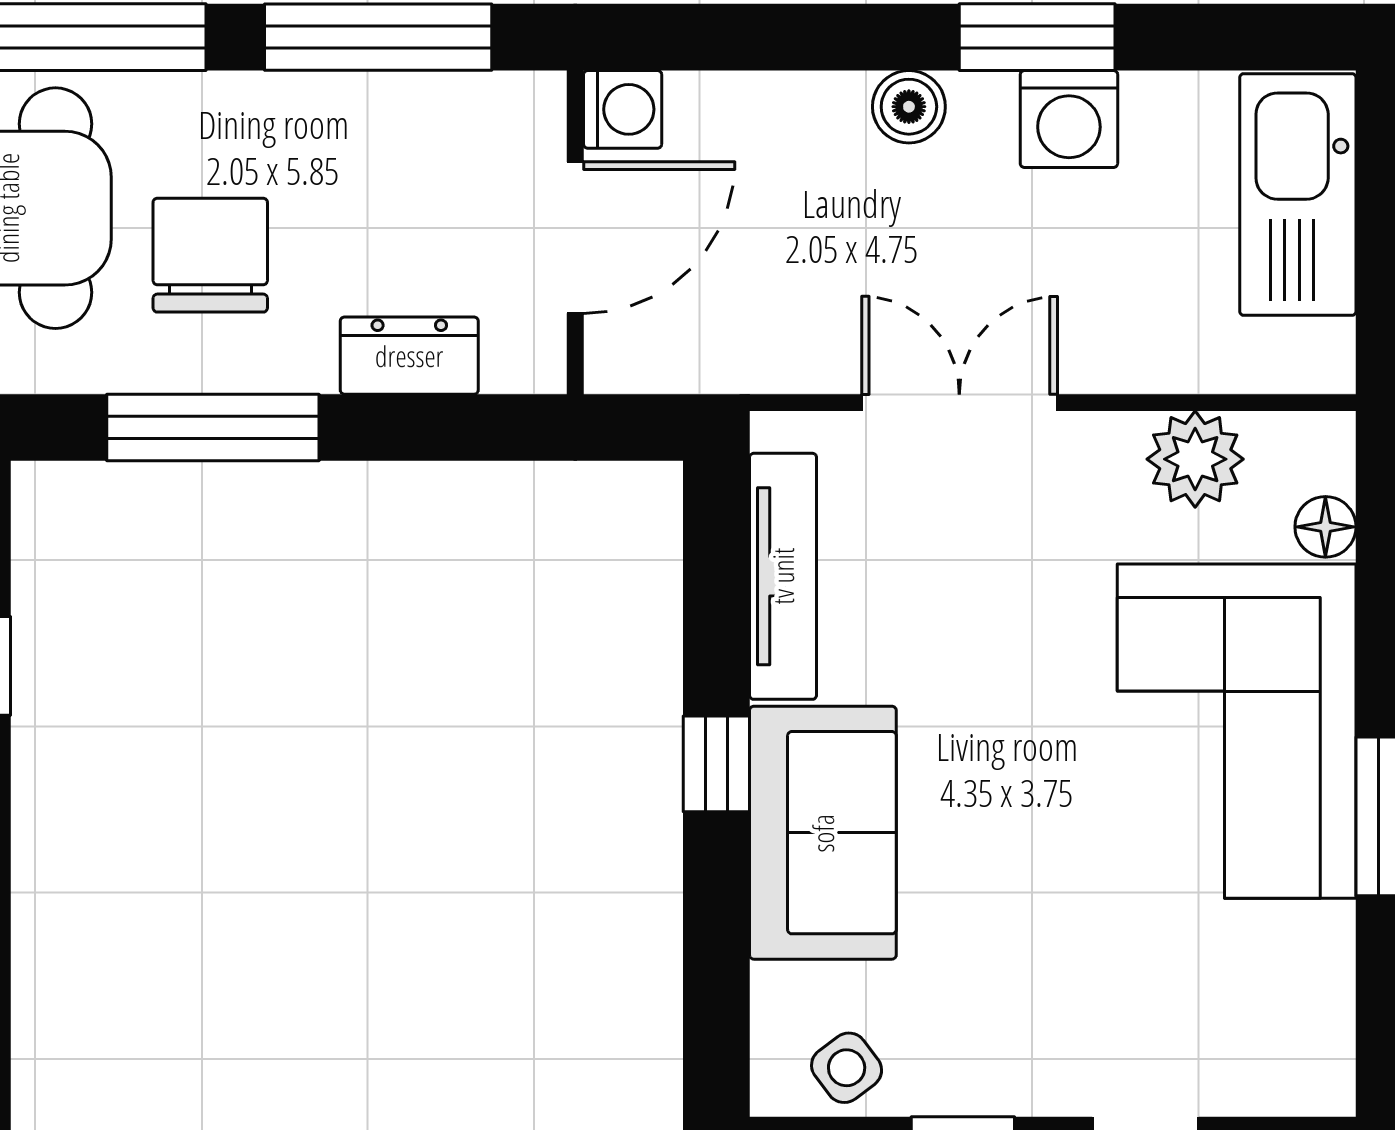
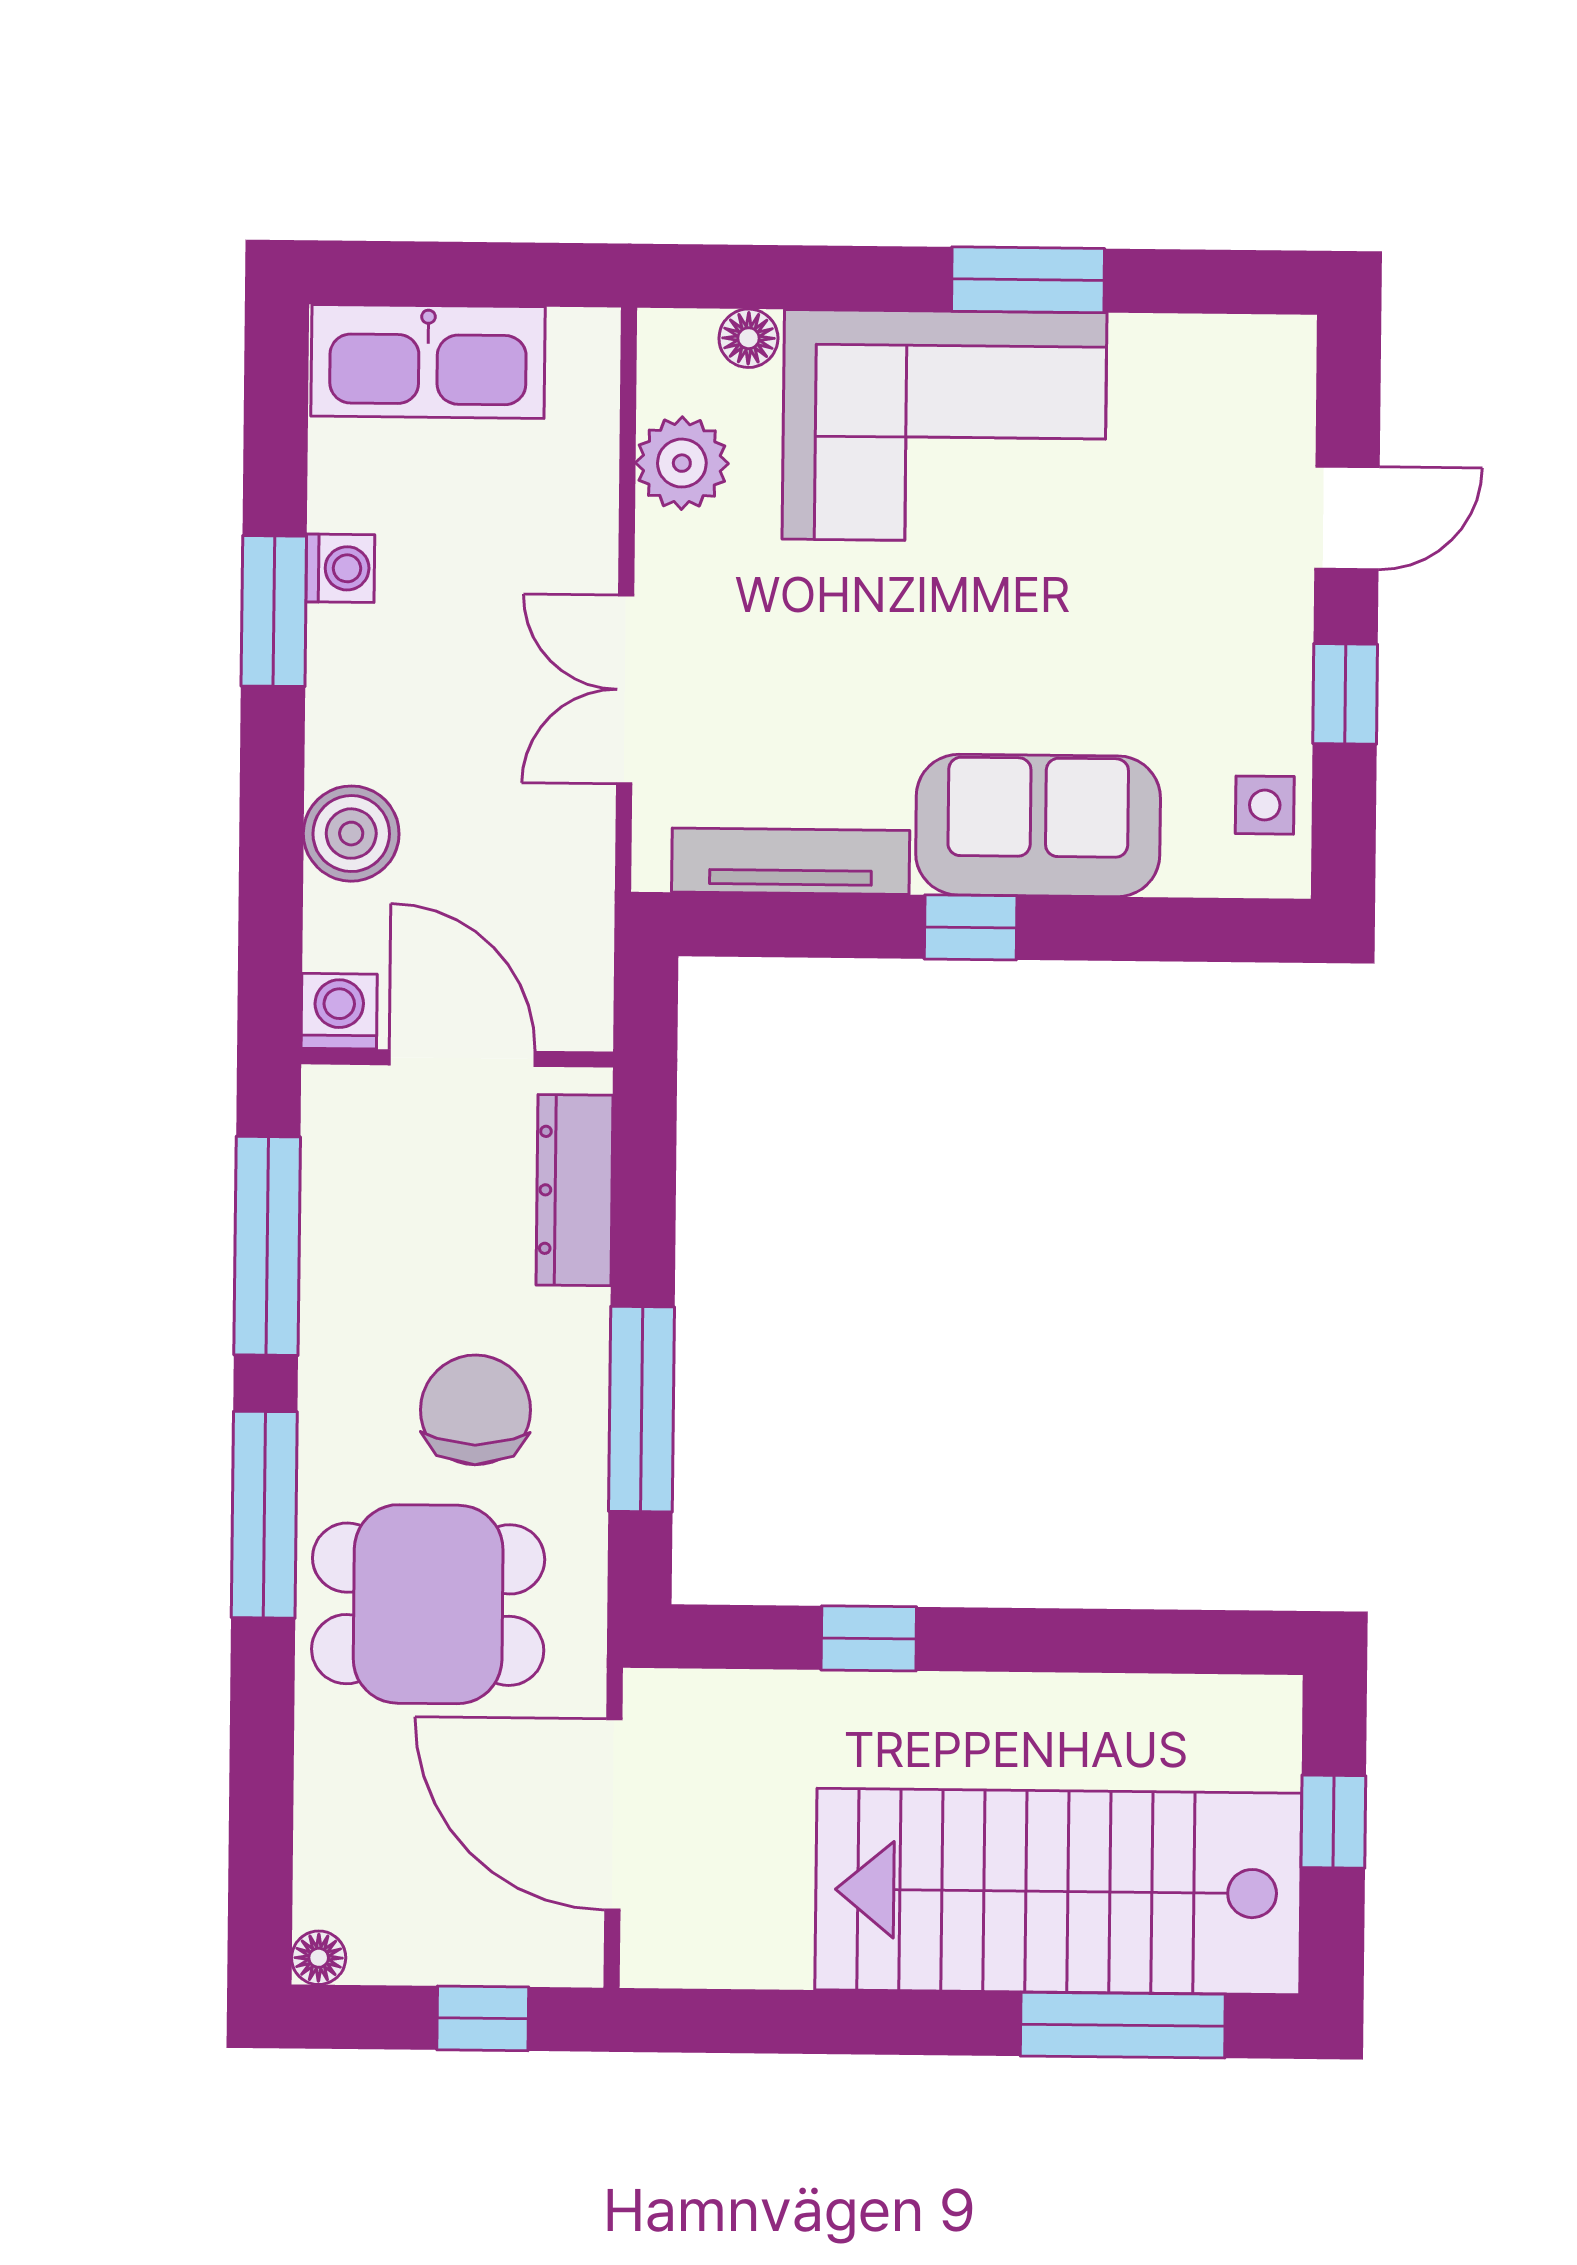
boiler: (909, 107) -> (351, 834), moved, width x1.36, depth x1.36
washing machine: (1069, 119) -> (340, 568), width x0.73, depth x0.73
chair: (210, 255) -> (475, 1410), turned 90
dresser: (409, 356) -> (574, 1190), width x1.44
side table: (847, 1068) -> (1265, 805), turned 37

